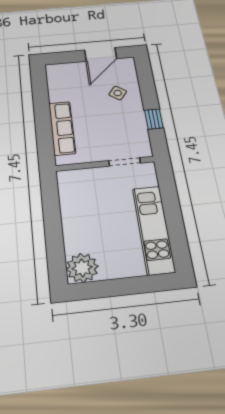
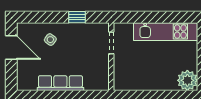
row of seats: (62, 128) -> (60, 83), moved

